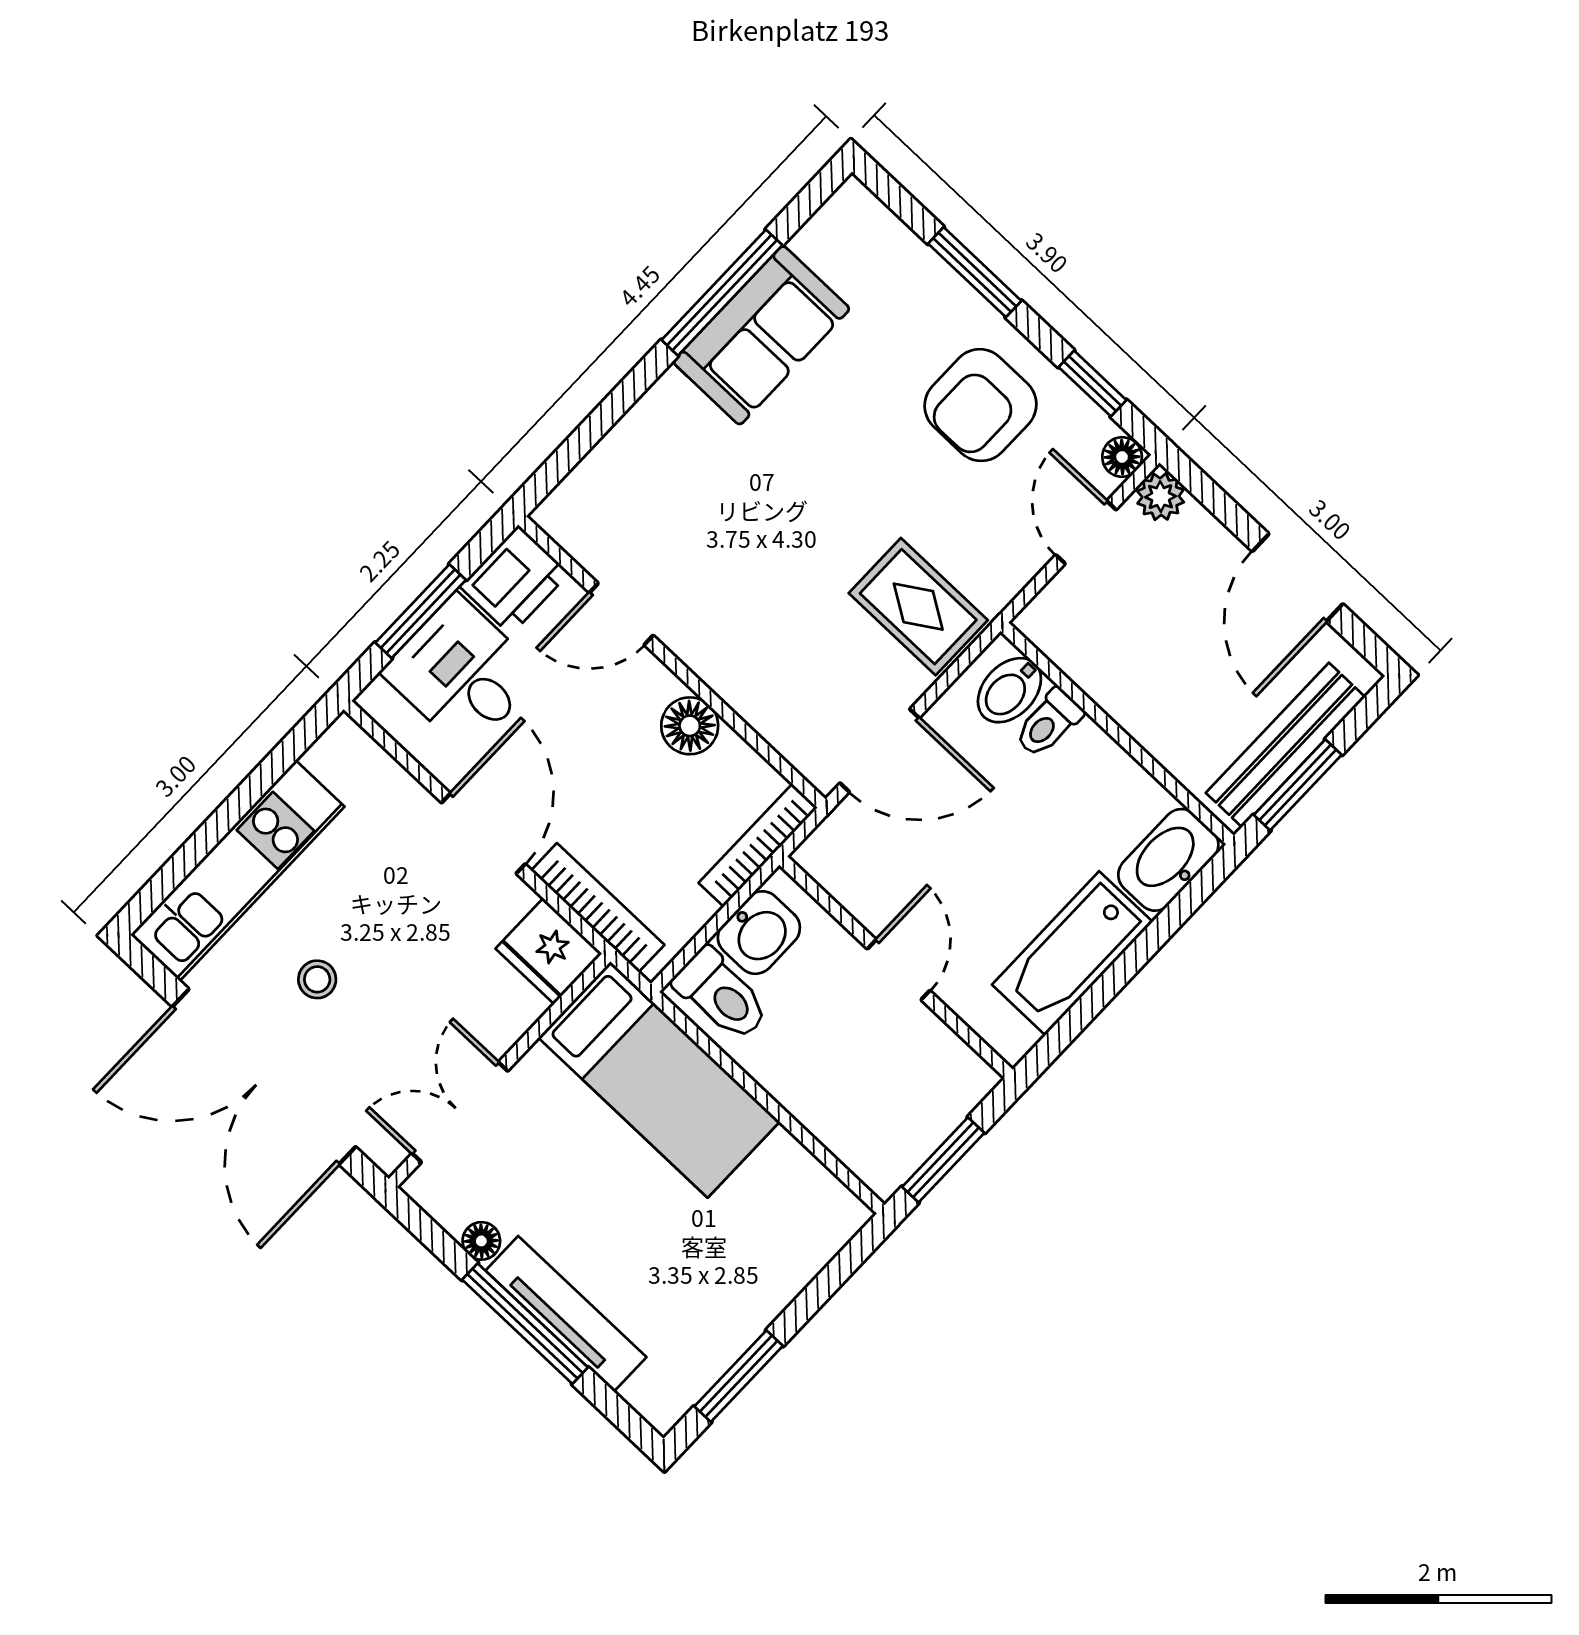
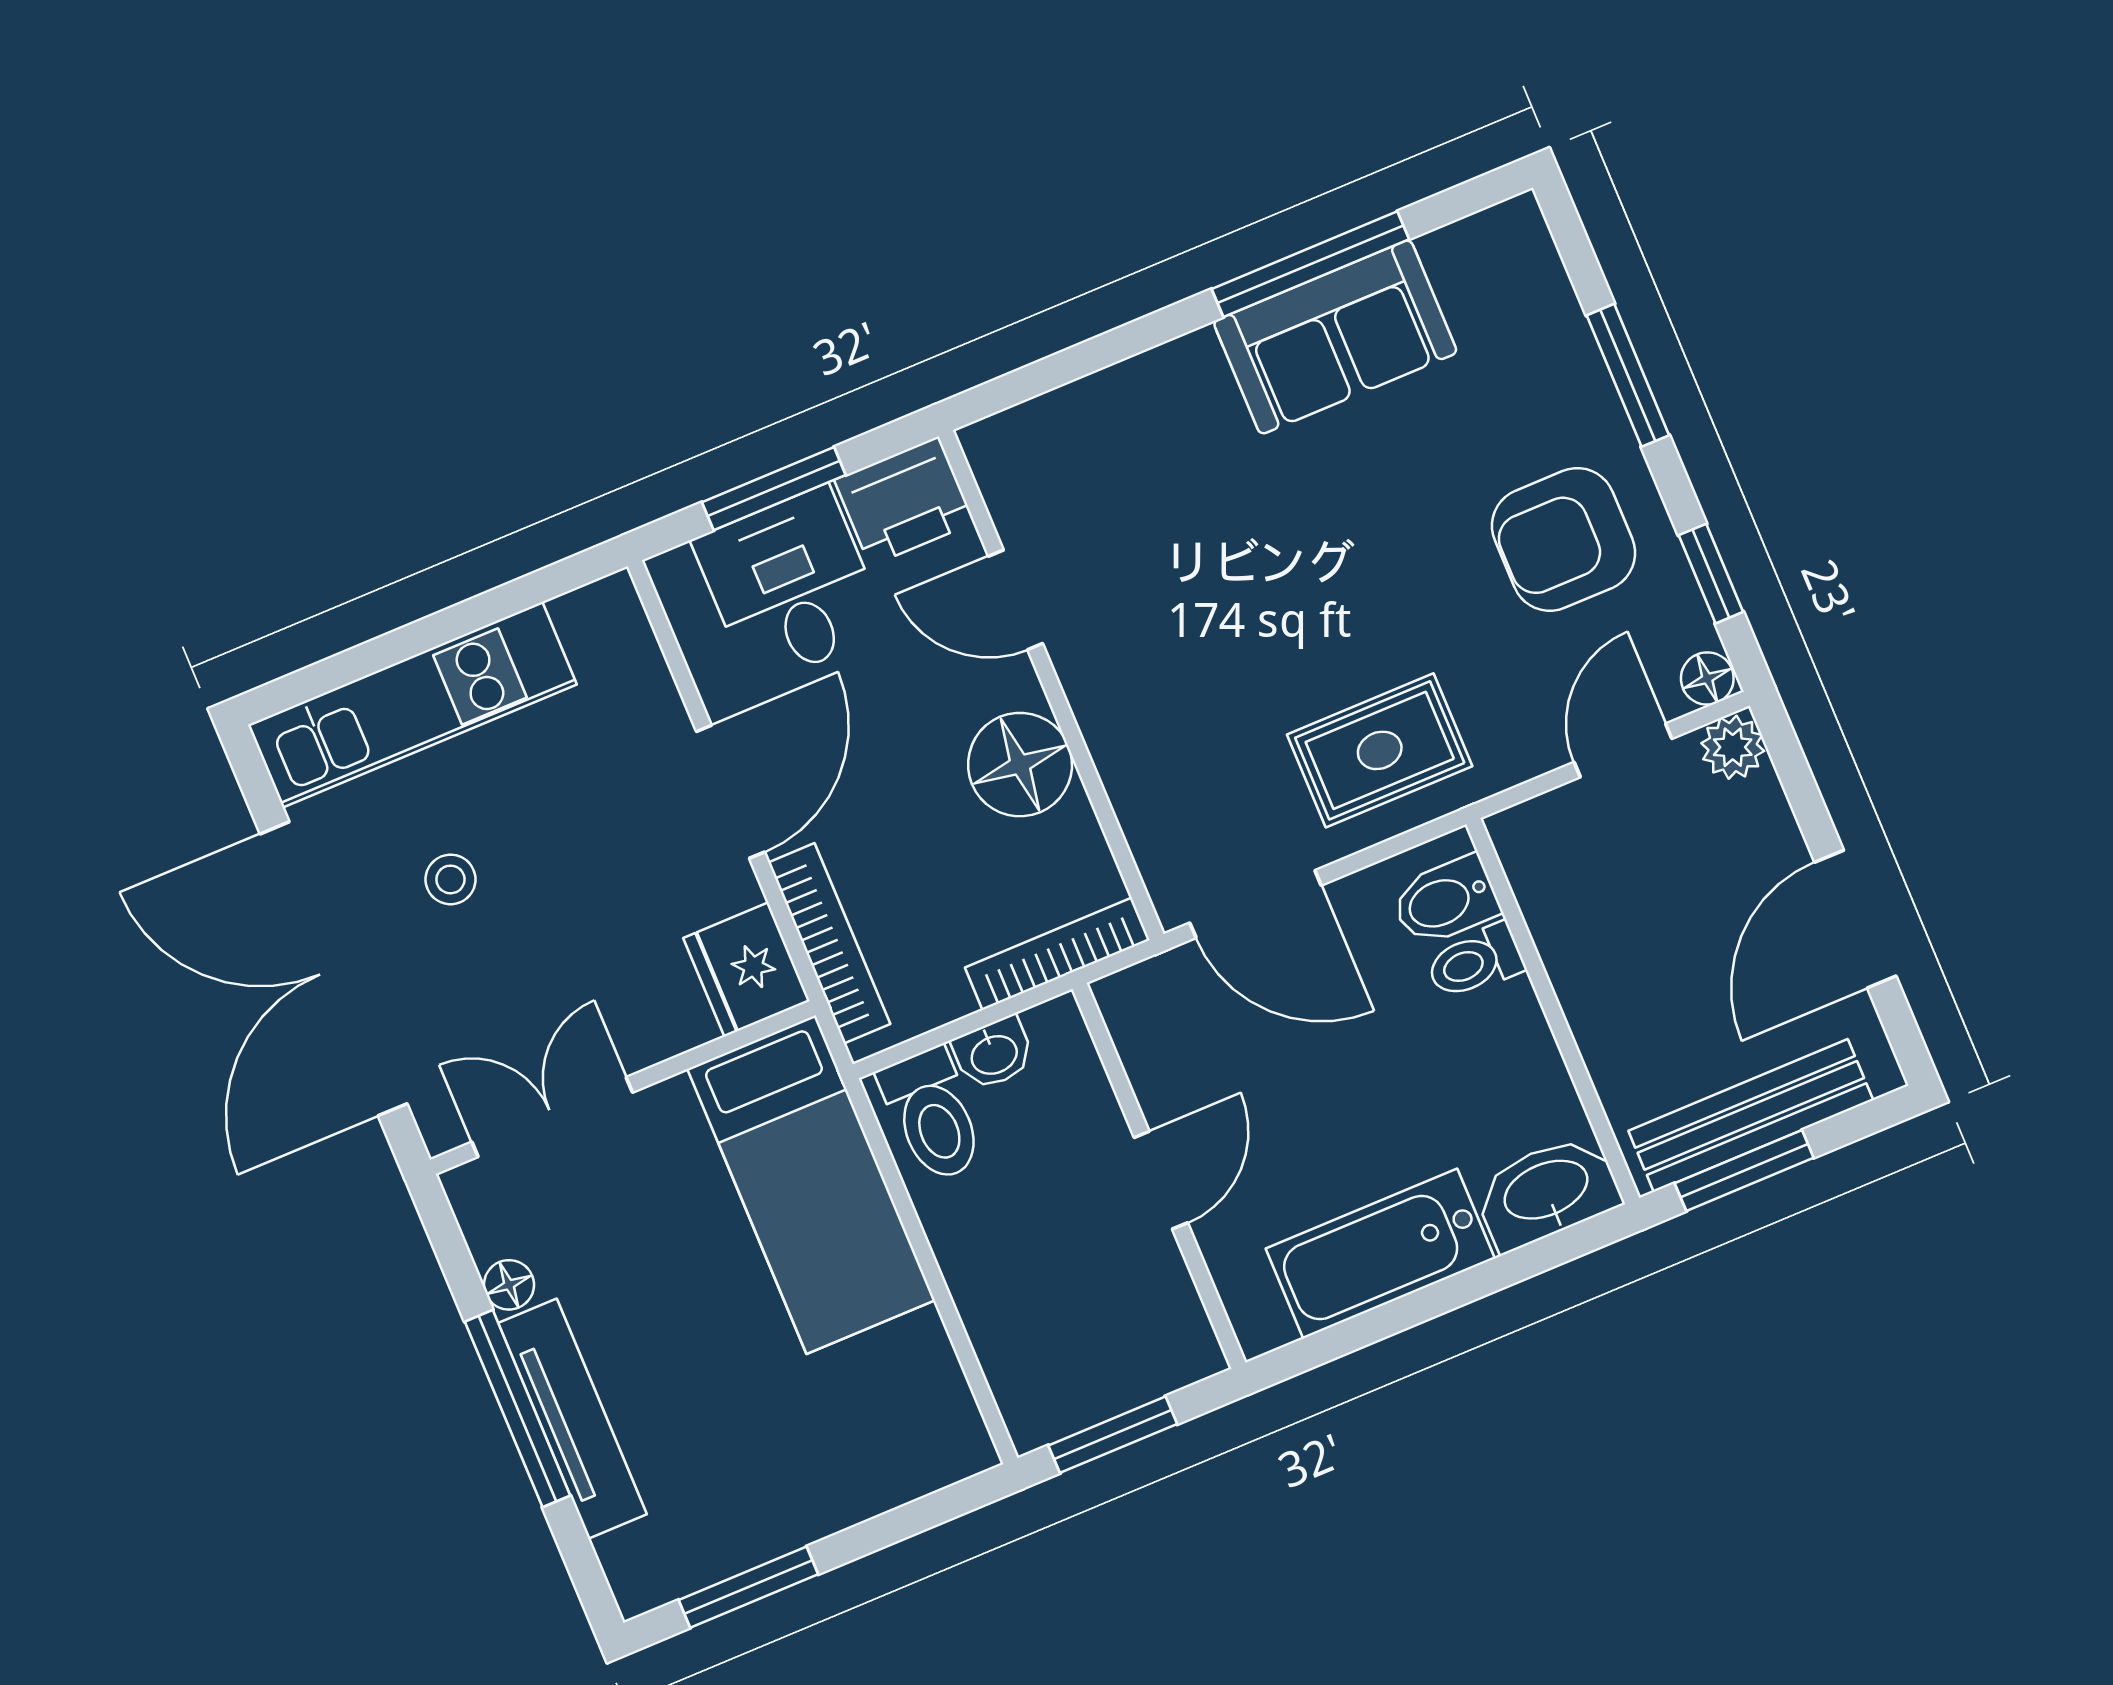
rug: (918, 607) -> (1380, 750), turned 90
floor lamp: (690, 726) -> (1020, 765), width x1.38, depth x1.38
washbasin: (759, 933) -> (994, 1053), width x0.72, depth x0.69

